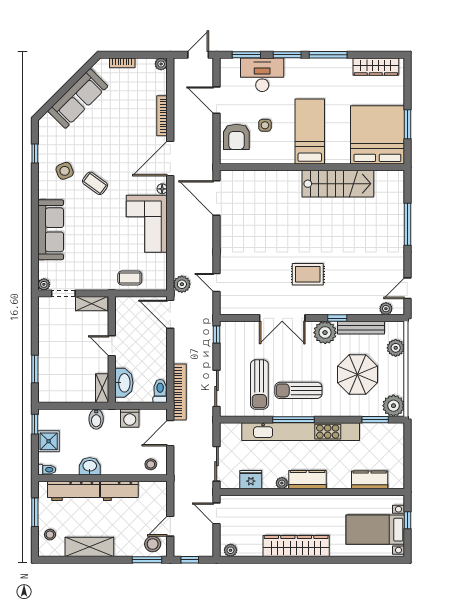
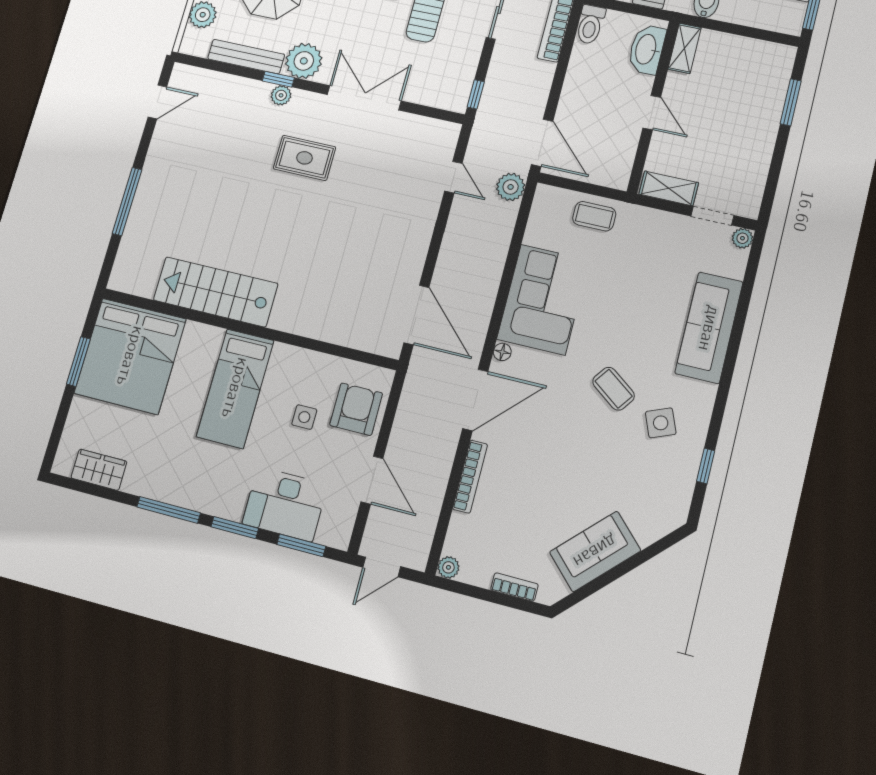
wardrobe: (376, 67) -> (99, 470), width x0.67
sofa: (78, 99) -> (595, 551), width x0.73
plant: (386, 309) -> (281, 95), moved

